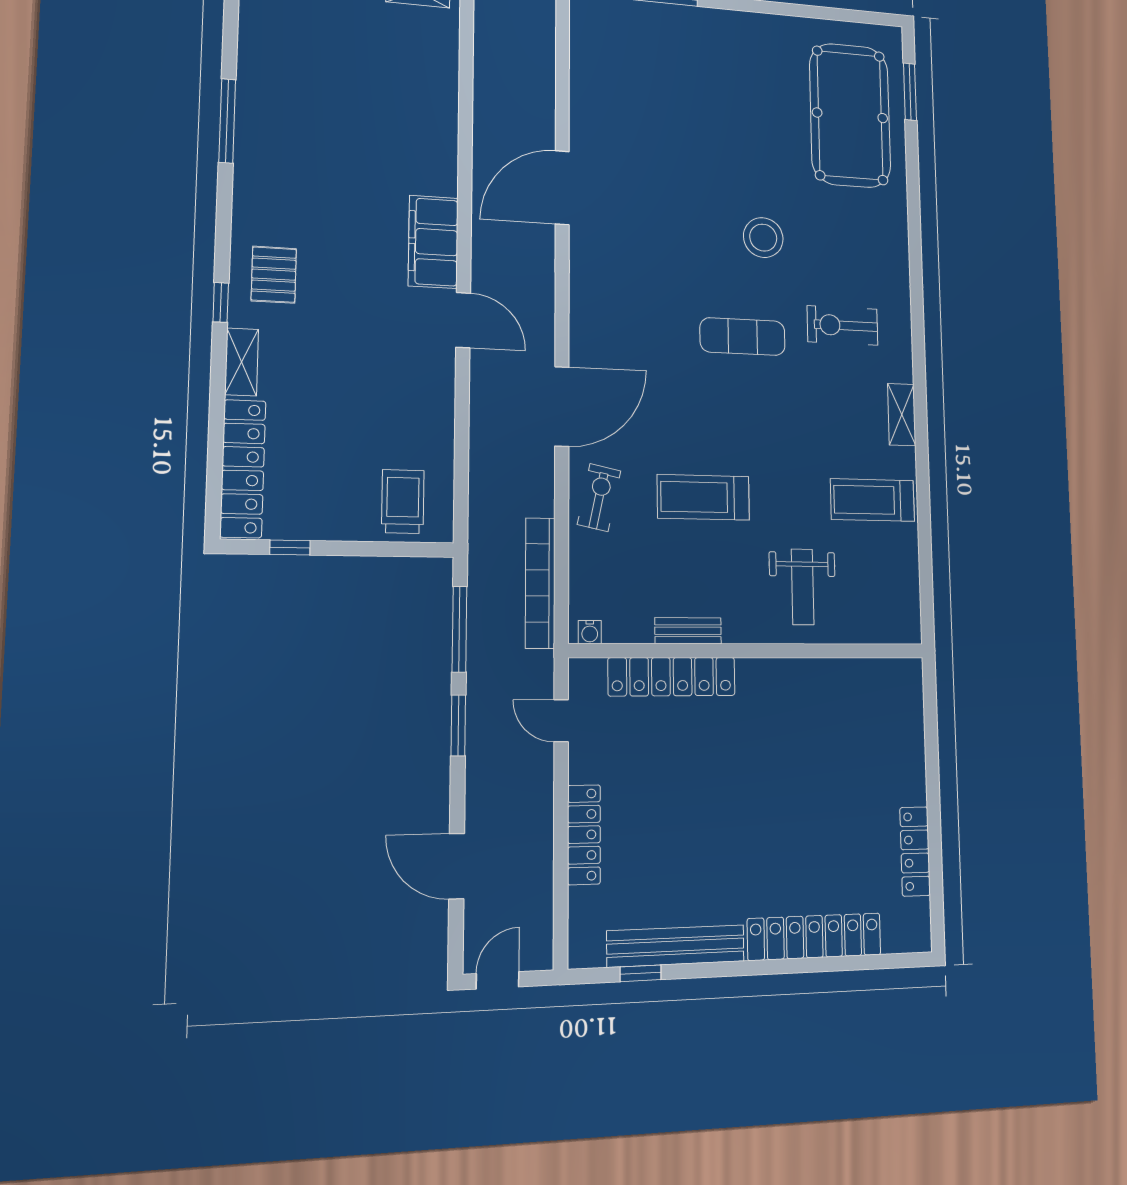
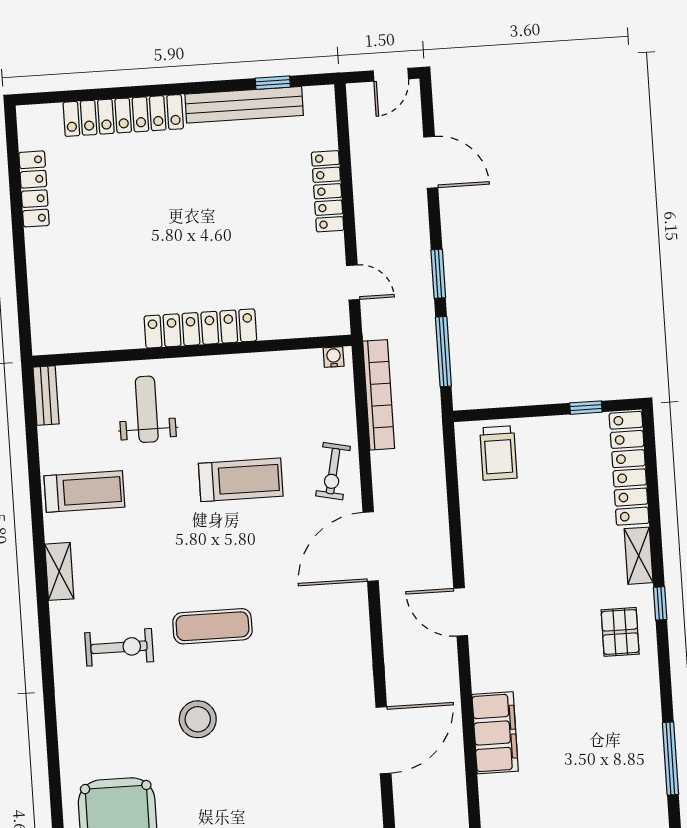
filing cabinet: (433, 242) -> (495, 733), moved
bench: (688, 631) -> (46, 396), moved, turned 90
locker: (672, 677) -> (200, 328), moved

